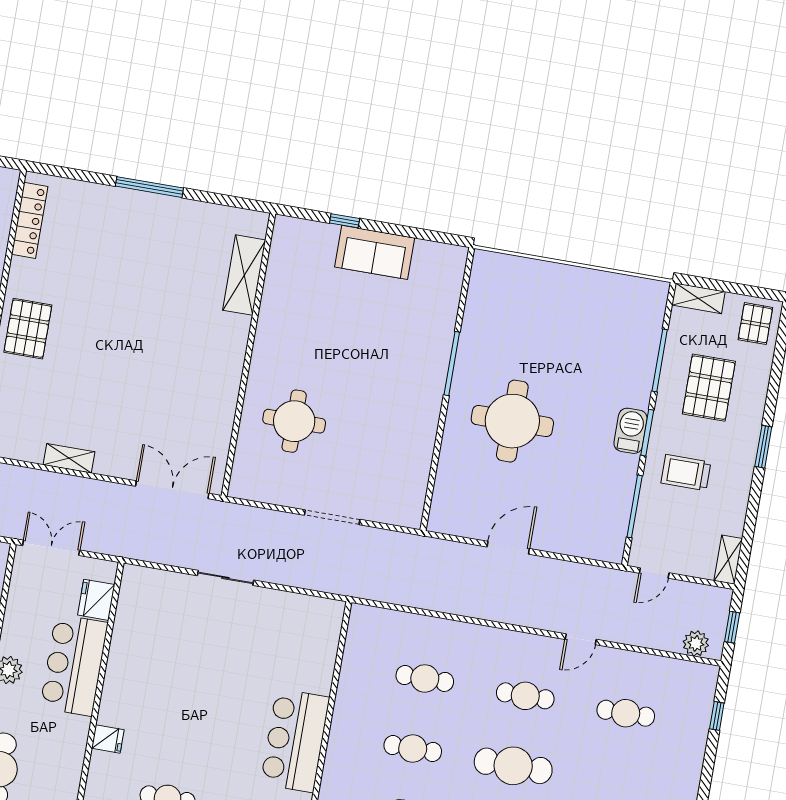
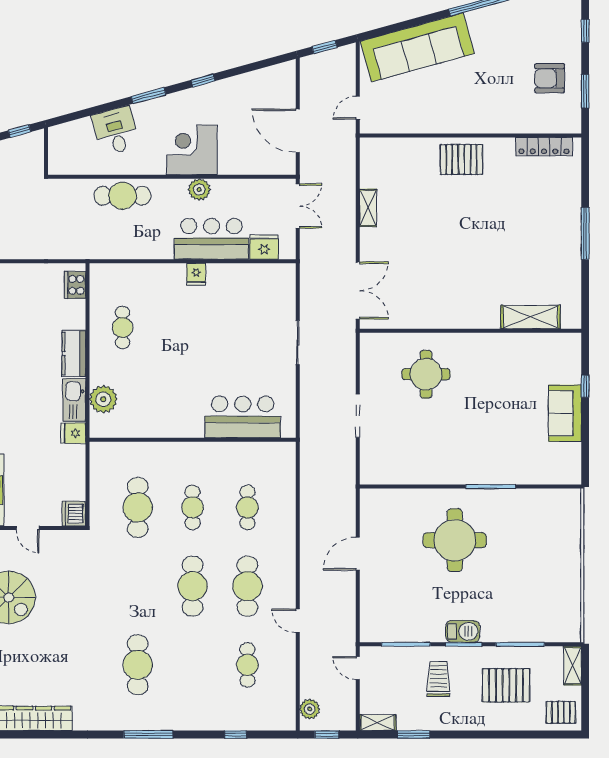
window: (763, 447) -> (414, 734), moved
door: (508, 548) -> (358, 554), swing flipped
cafe table: (525, 696) -> (247, 586), width x1.37, depth x1.35
window: (717, 716) -> (236, 734), moved
fridge: (108, 739) -> (196, 274), moved
bar counter: (295, 740) -> (243, 417), moved

